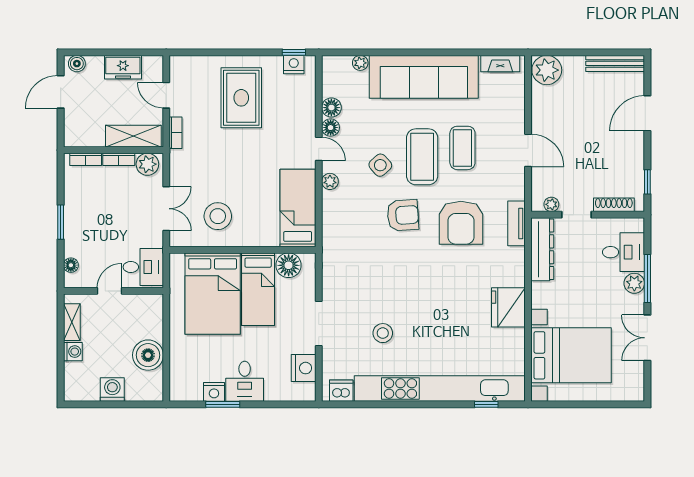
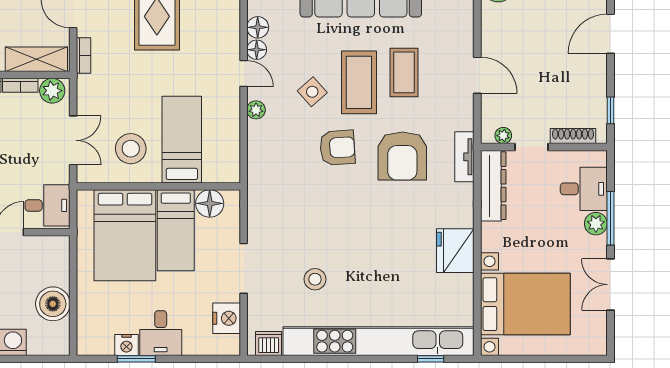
bed: (298, 208) -> (182, 140), moved

